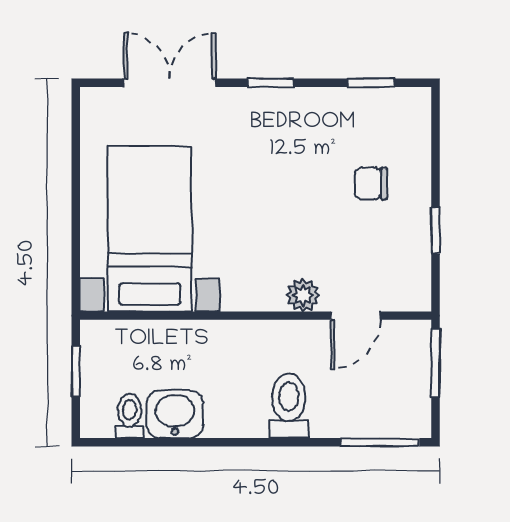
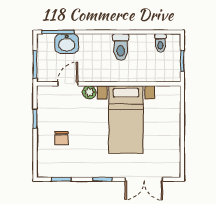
chair: (371, 183) -> (61, 138), turned 90
bed with nightstands: (150, 229) -> (126, 119), moved
toilet: (289, 406) -> (121, 47), moved
washbasin: (175, 414) -> (67, 44), moved

